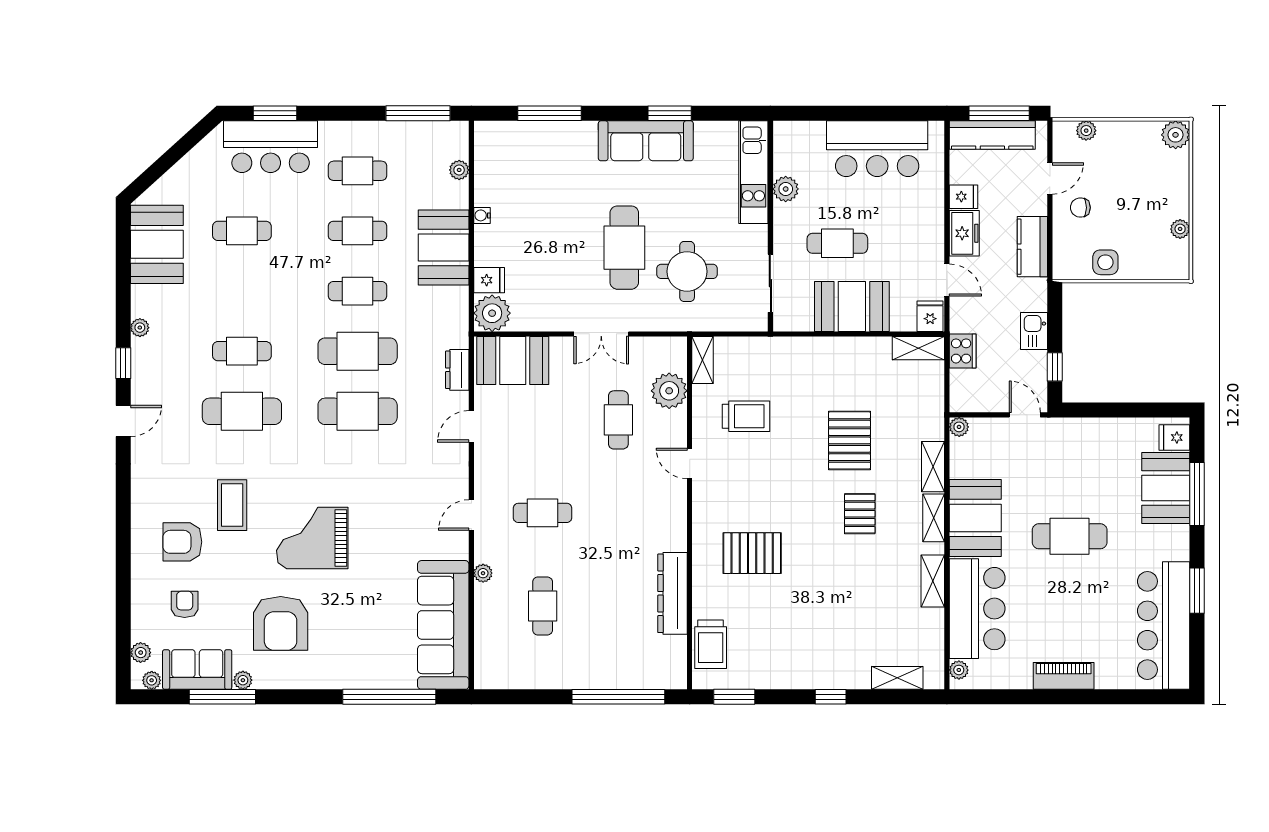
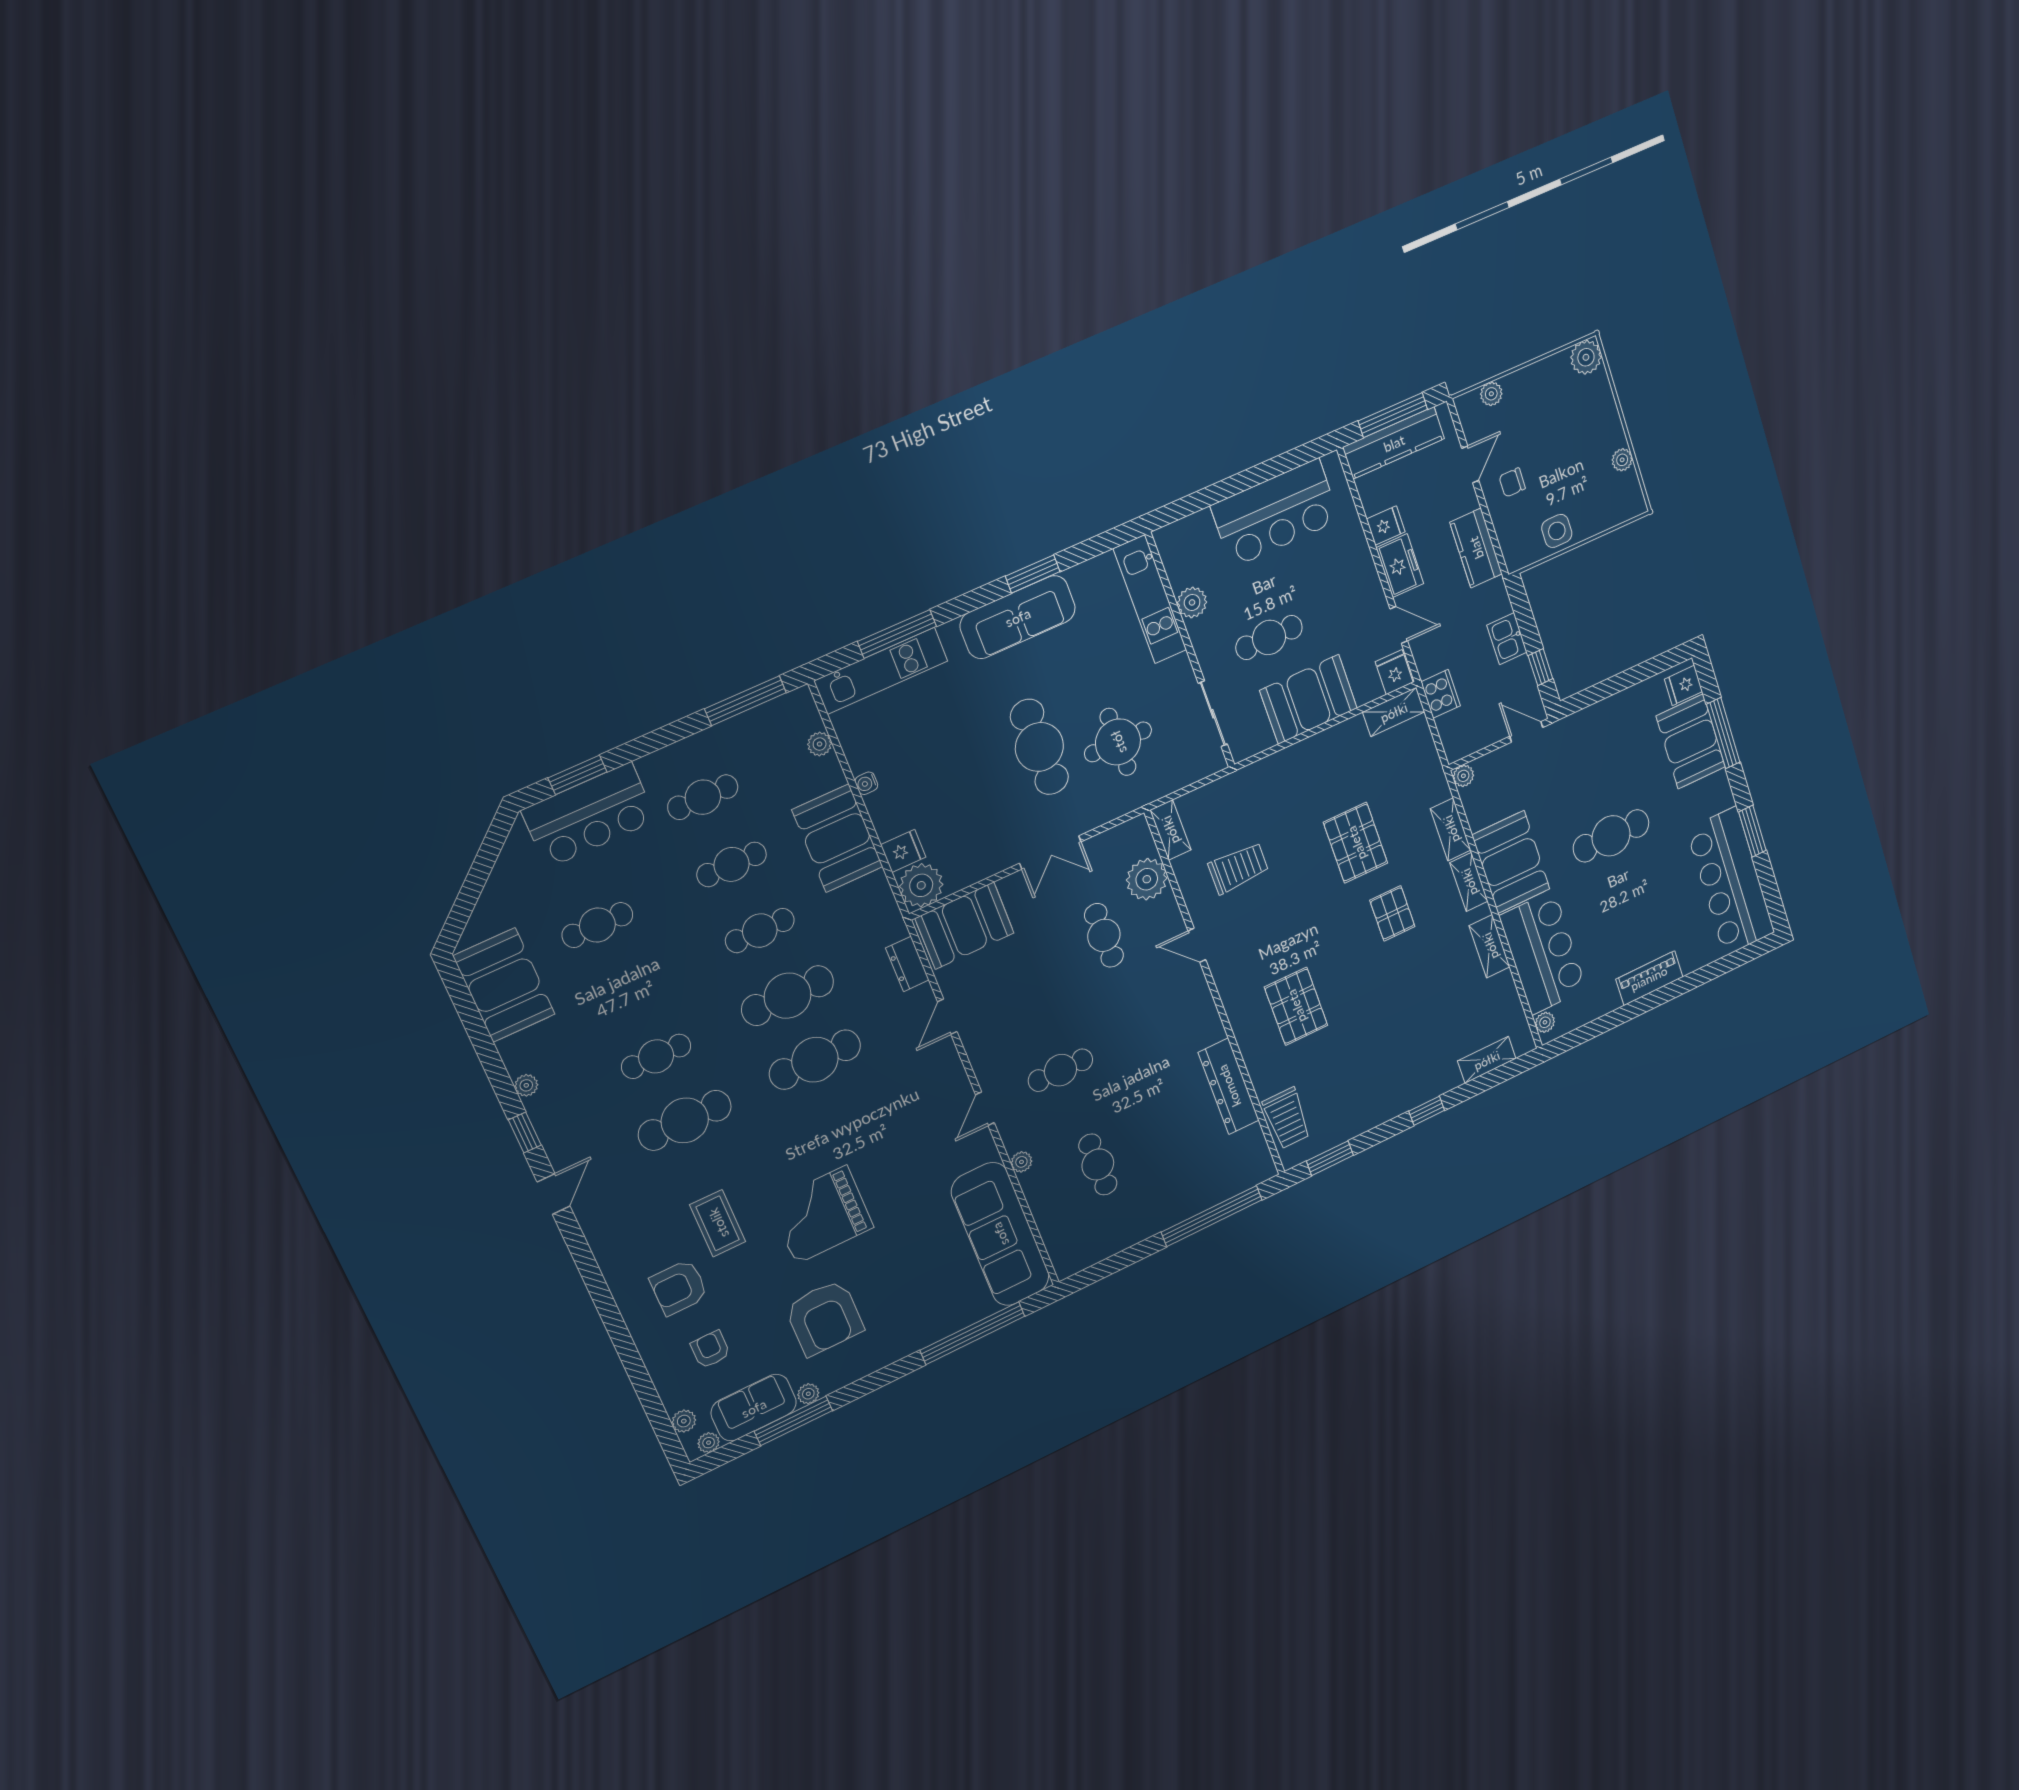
kitchen unit: (527, 136) -> (881, 671), added
pallet: (752, 553) -> (1296, 1006), turned 90

